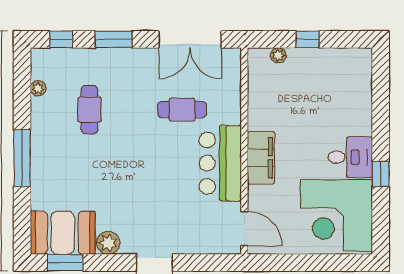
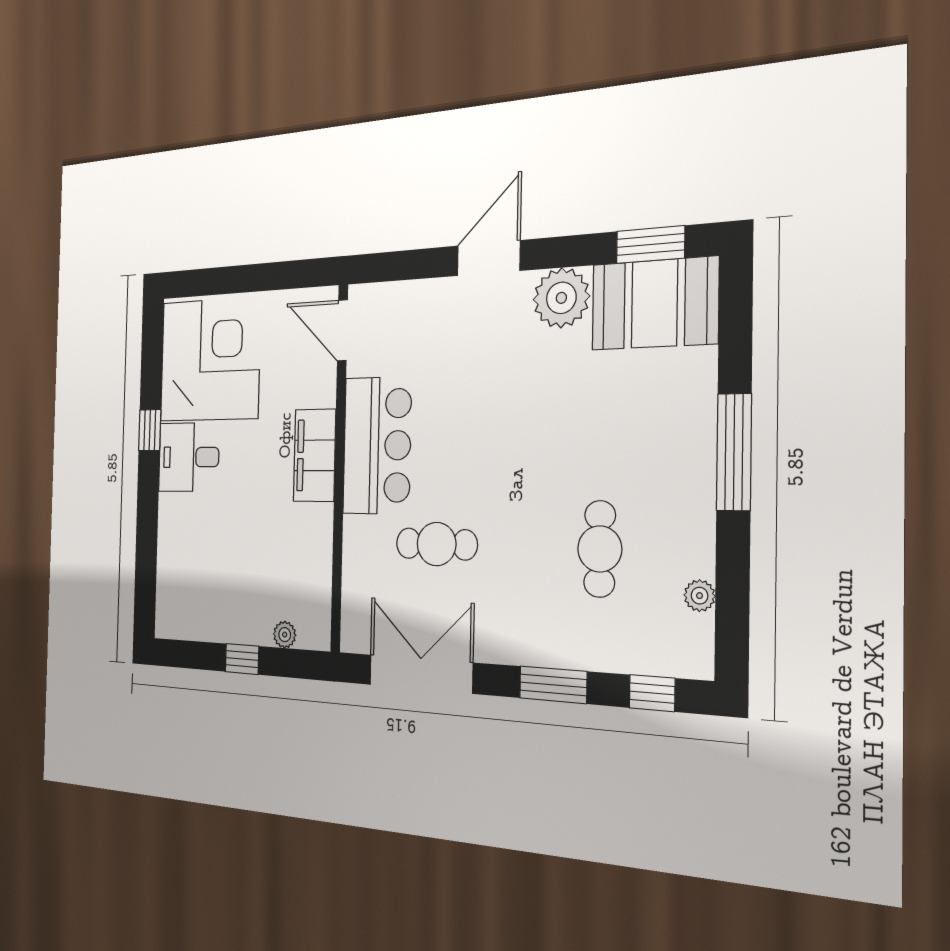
plant: (108, 243) -> (561, 298), width x1.36, depth x1.36

